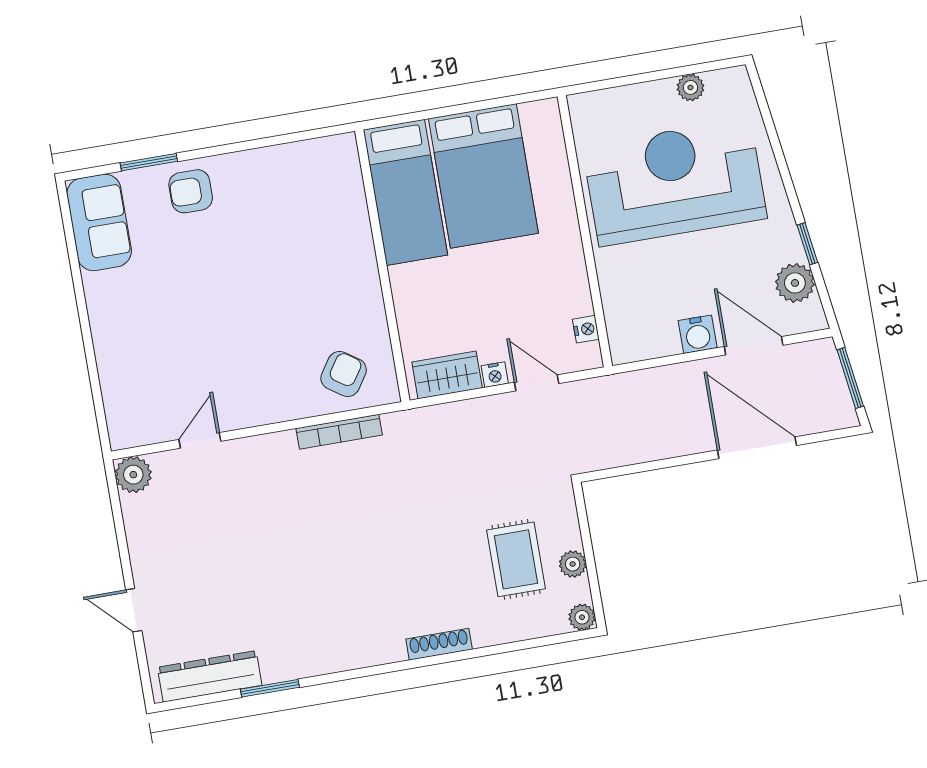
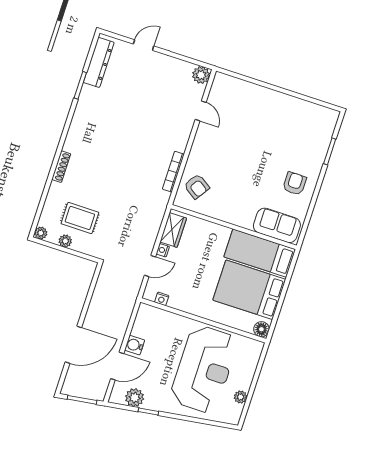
floor lamp: (545, 115) -> (261, 329), added
armchair: (191, 191) -> (295, 183), moved
sofa: (99, 222) -> (277, 225), moved, turned 180

